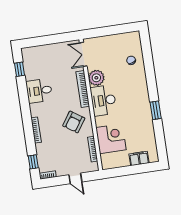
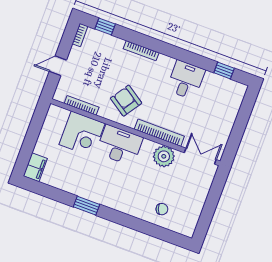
desk: (103, 100) -> (119, 145), moved
filing cabinet: (139, 158) -> (35, 167), moved

